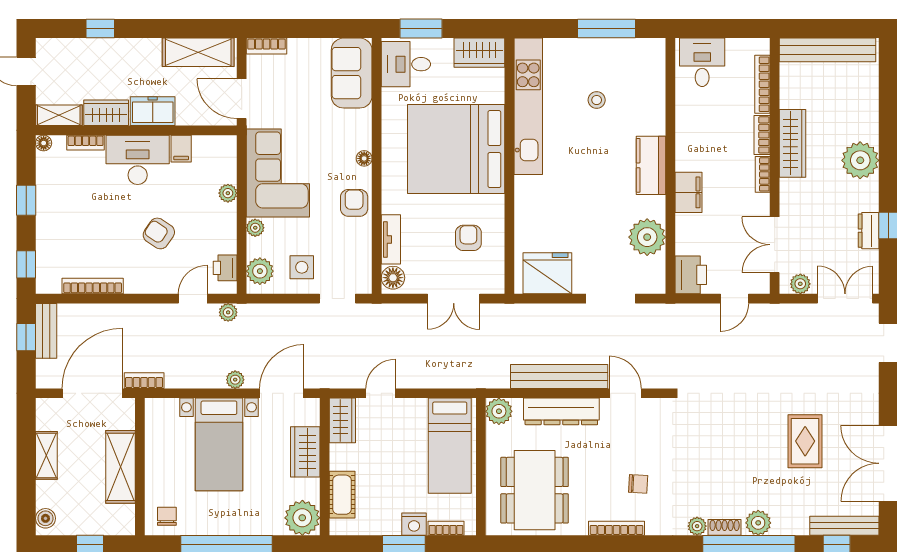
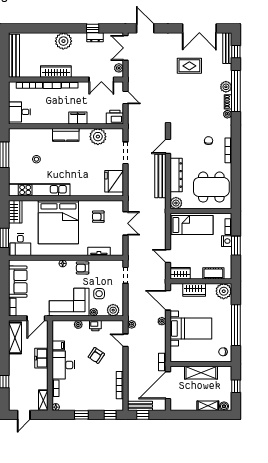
sofa: (352, 73) -> (18, 282), moved, turned -90
wardrobe: (106, 113) -> (42, 379), removed
side table: (302, 267) -> (99, 294), moved
printer: (225, 268) -> (95, 326), moved
floor lamp: (393, 278) -> (116, 250), removed
door: (92, 393) -> (168, 385), hinge flipped
shelving: (46, 455) -> (208, 406), moved

